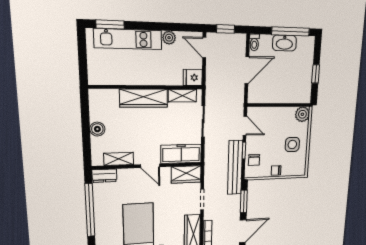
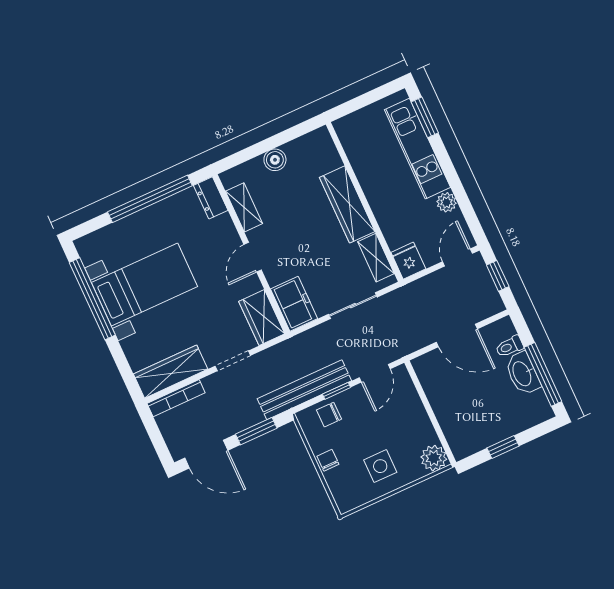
toilet: (254, 42) -> (509, 346), moved
freezer: (181, 154) -> (294, 304), width x0.71

